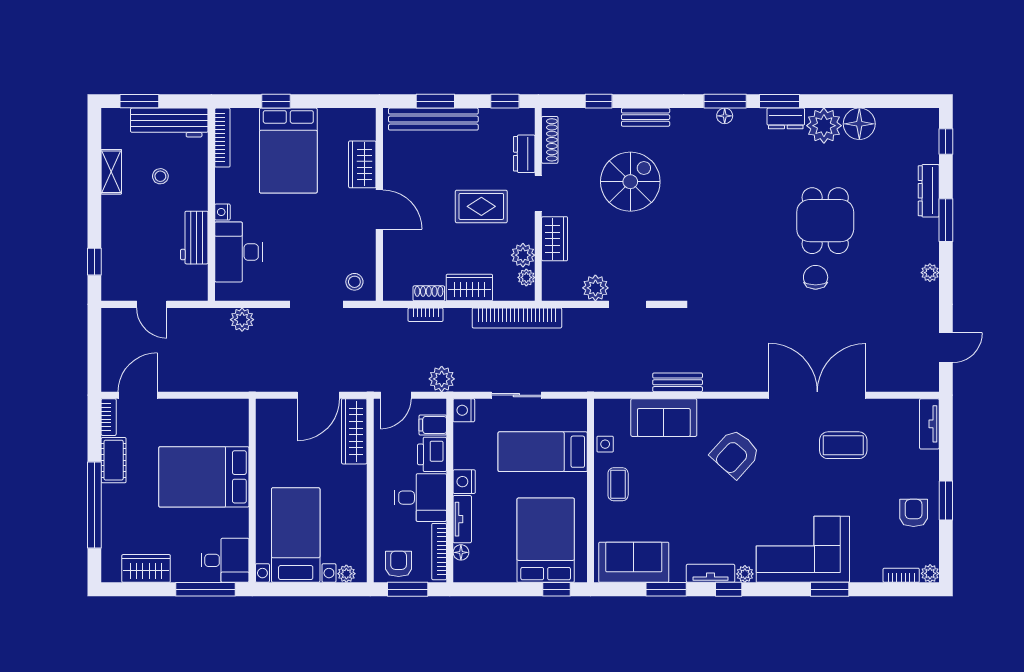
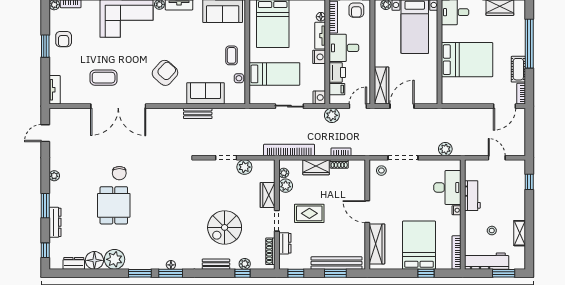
plant: (595, 118) -> (245, 264), added
dresser: (786, 118) -> (74, 263), moved
wardrobe: (362, 164) -> (377, 244), width x1.50

